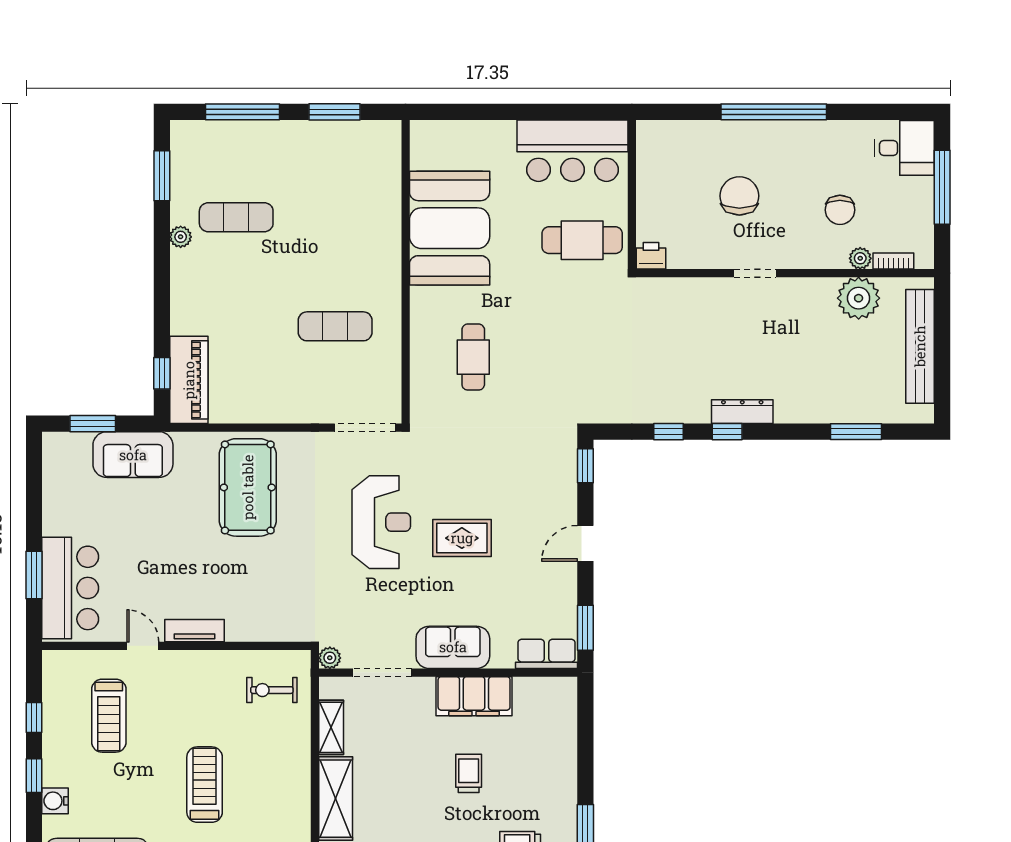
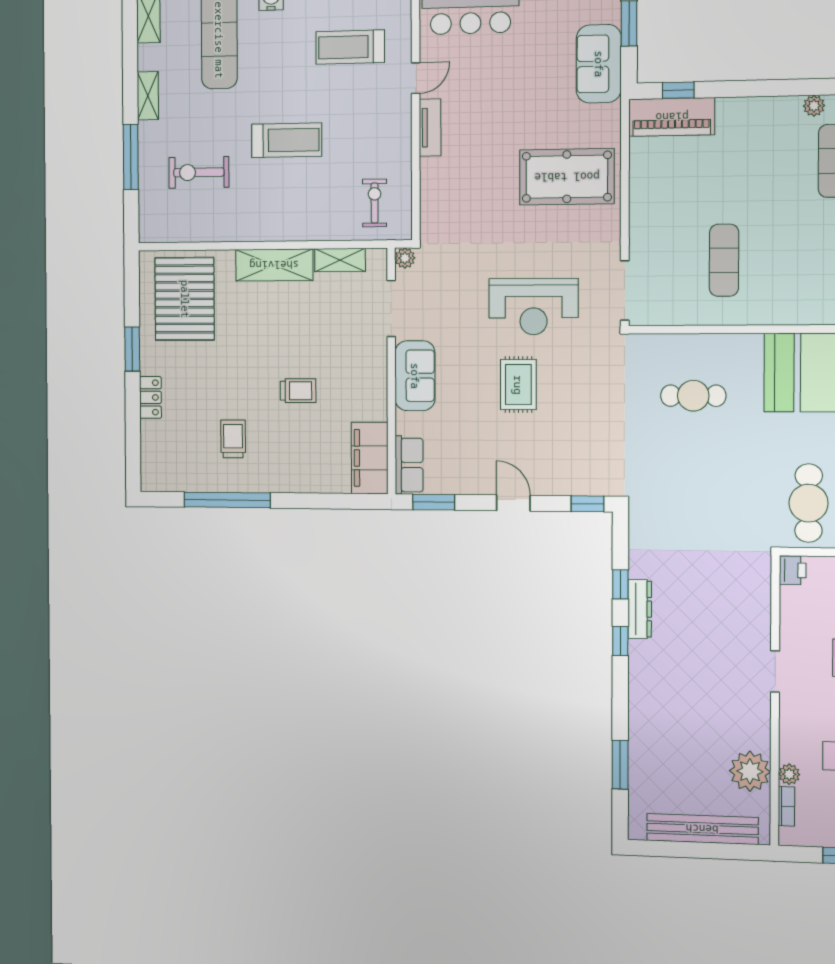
dresser: (742, 412) -> (640, 609), moved
filing cabinet: (474, 696) -> (370, 458), moved

